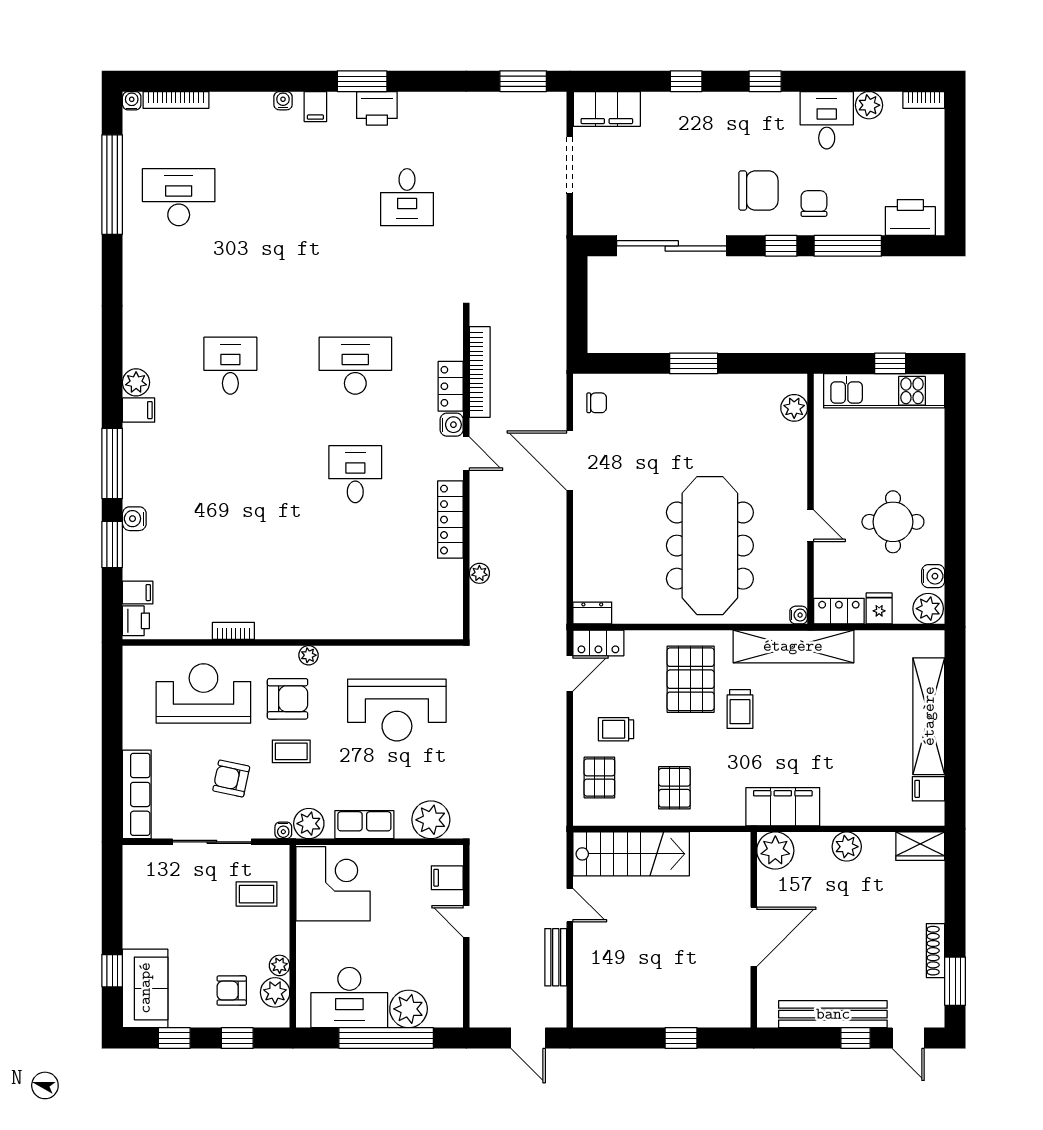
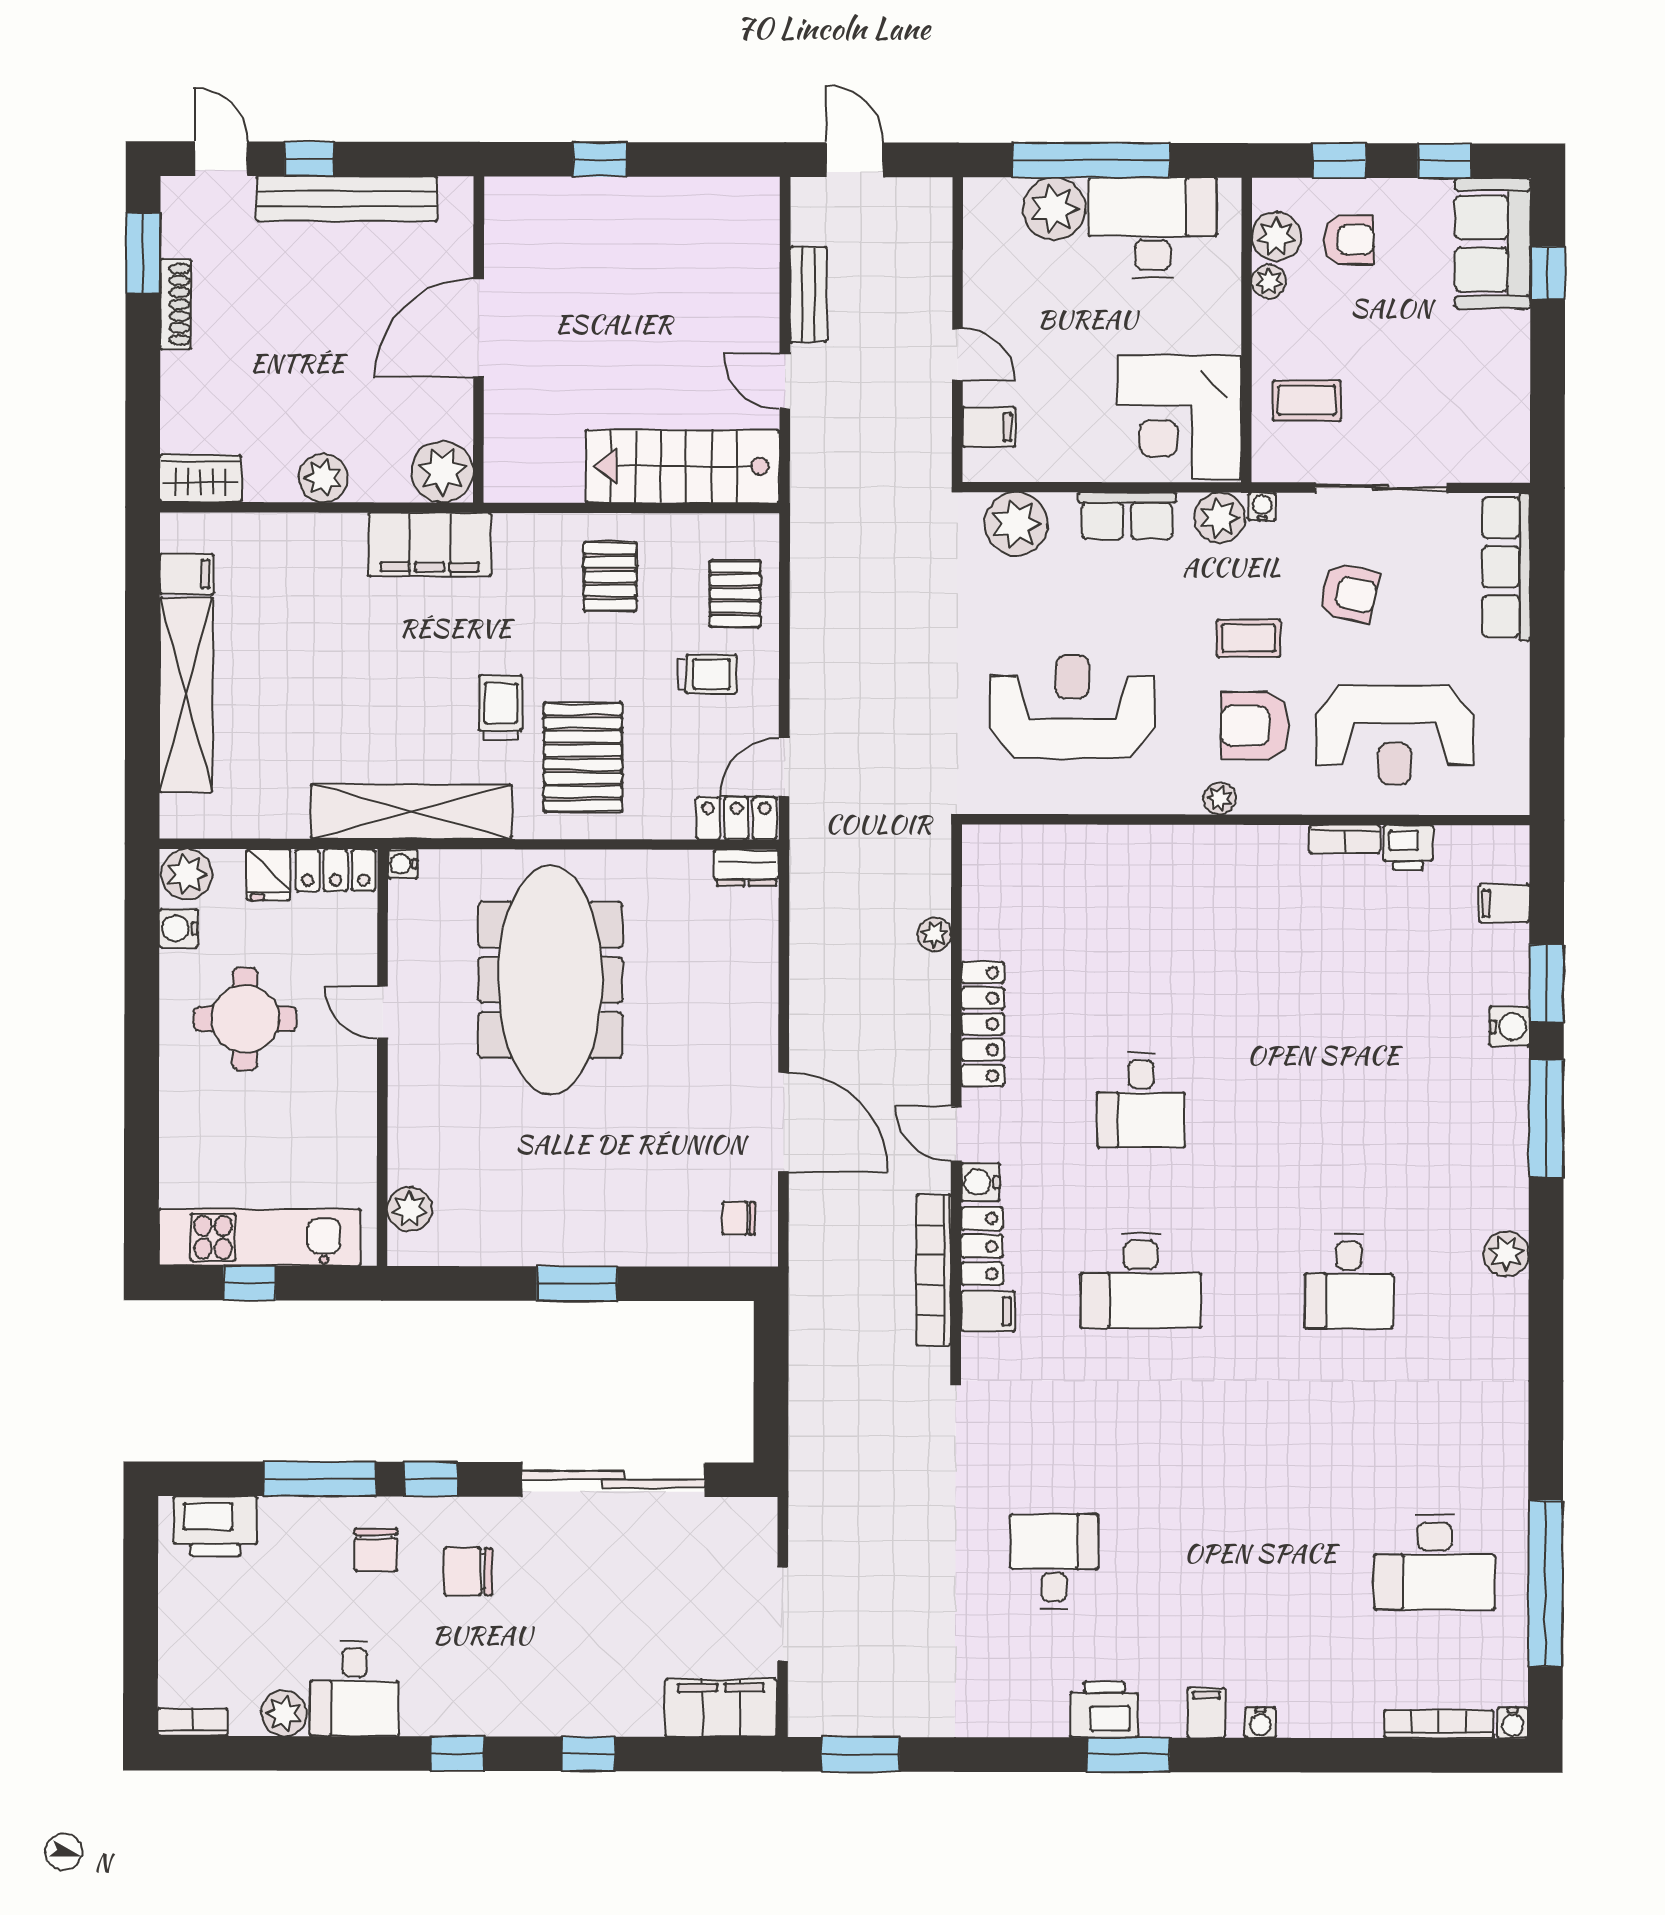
chair: (758, 190) -> (468, 1572), width x0.73, depth x0.73
filing cabinet: (139, 410) -> (988, 1311), moved, turned 180
printer: (136, 621) -> (1408, 848), moved, turned -90

